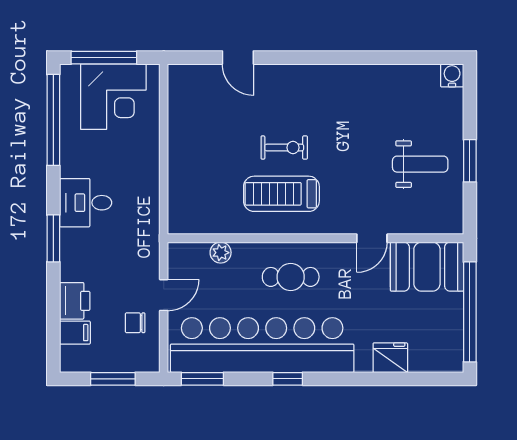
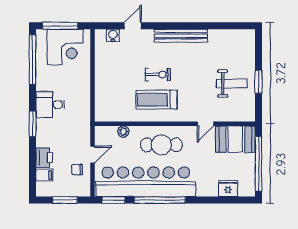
door: (238, 58) -> (133, 26), swing flipped
water cooler: (452, 75) -> (113, 35), moved
bench: (327, 76) -> (181, 36), added
cafe table: (291, 277) -> (161, 145), width x1.37, depth x1.35
fridge: (390, 358) -> (228, 189), moved
window: (288, 379) -> (160, 200), width x3.17

